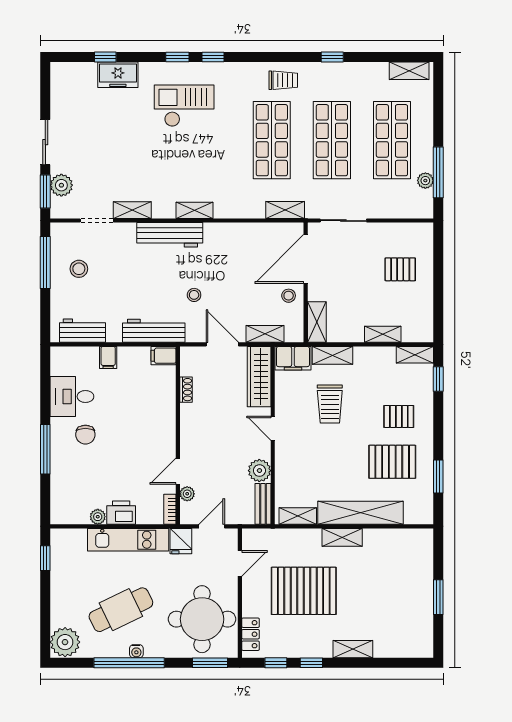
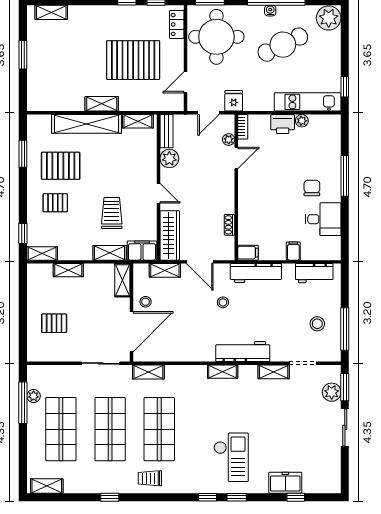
checkout: (184, 106) -> (231, 457), turned -90
kitchen unit: (128, 540) -> (308, 102), moved
shelving: (353, 649) -> (51, 12), moved

